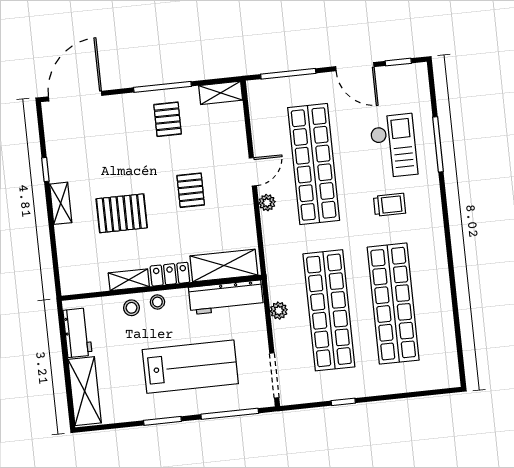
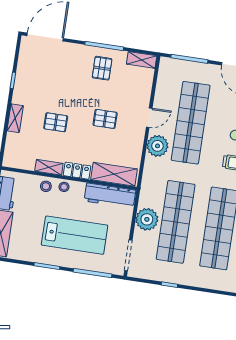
pallet: (191, 190) -> (105, 119), turned 90
shelving: (61, 203) -> (15, 118), moved
plant: (267, 203) -> (157, 146), width x1.88, depth x1.88
pallet: (122, 213) -> (56, 122), width x0.67, depth x0.71
plant: (279, 311) -> (147, 219), width x1.88, depth x1.88

